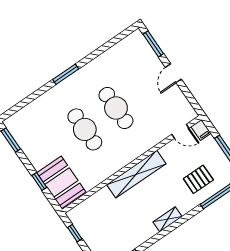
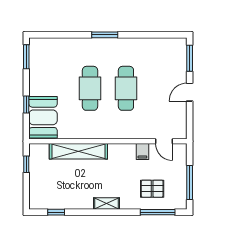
filing cabinet: (201, 130) -> (142, 151), moved
shelving: (136, 174) -> (78, 151), moved

